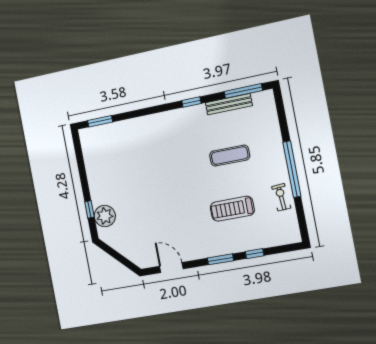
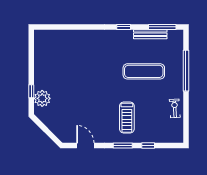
window: (100, 121) -> (53, 27), removed
exercise mat: (230, 156) -> (144, 71), width x1.36, depth x1.45
window: (292, 169) -> (186, 71), moved
treadmill: (232, 209) -> (127, 117), moved, turned -90

